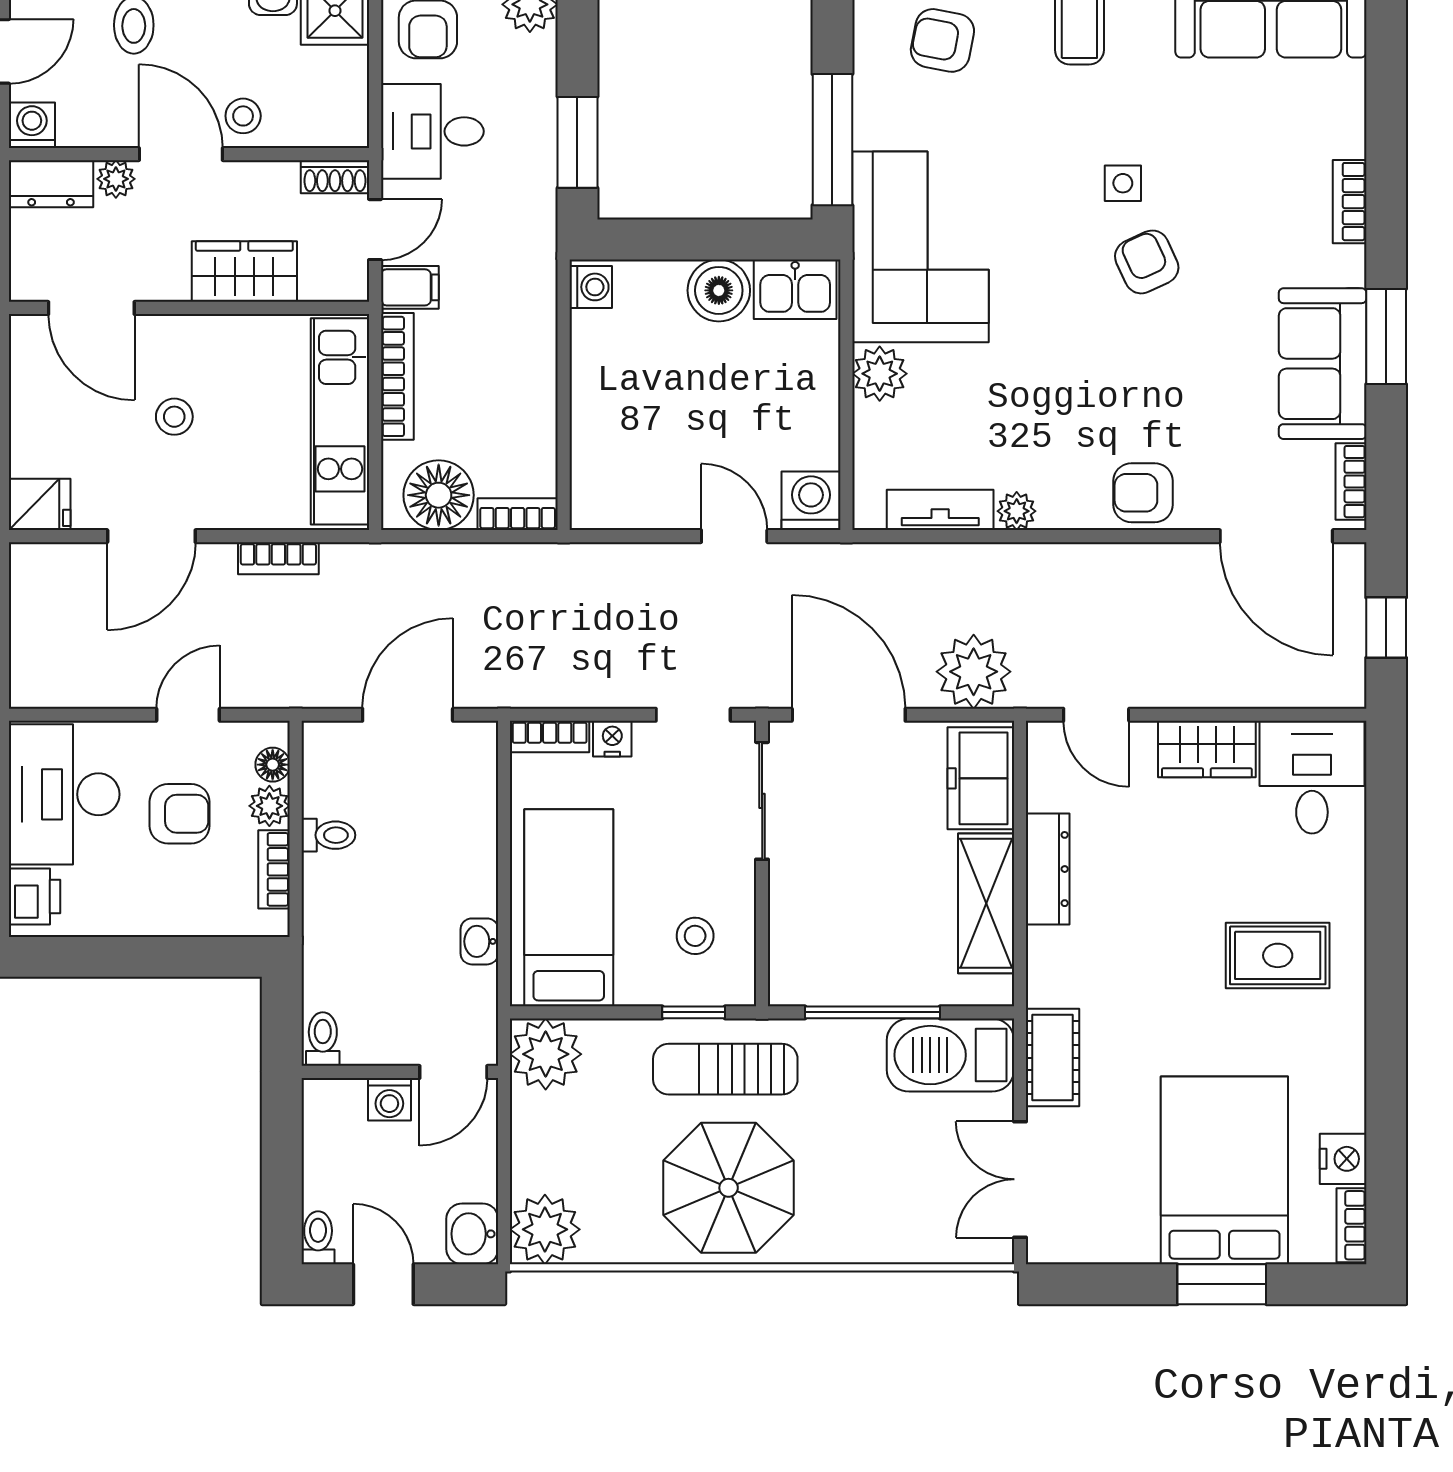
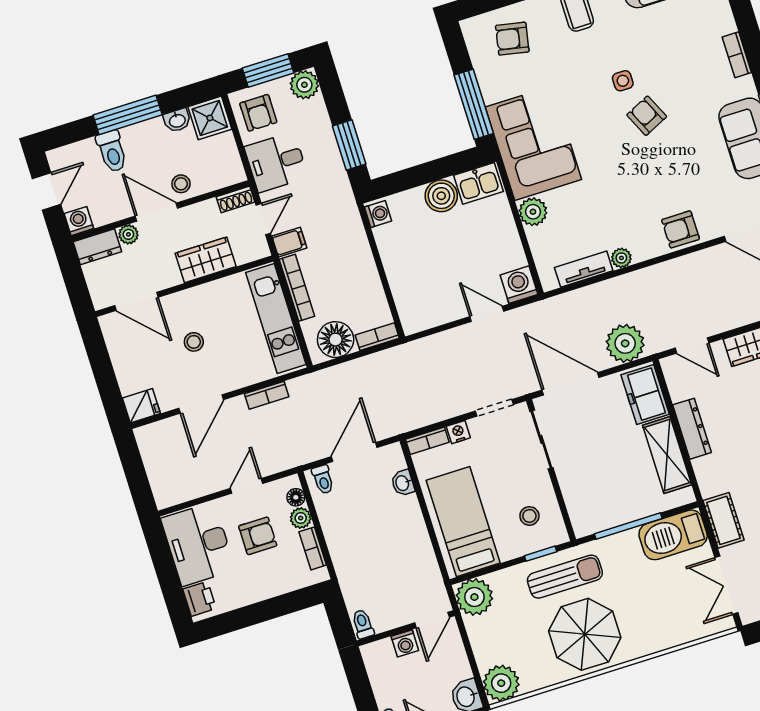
toilet: (328, 835) -> (323, 480), moved, turned 90
washbasin: (479, 941) -> (403, 483), moved
sun lounger: (725, 1069) -> (565, 577), turned 180

